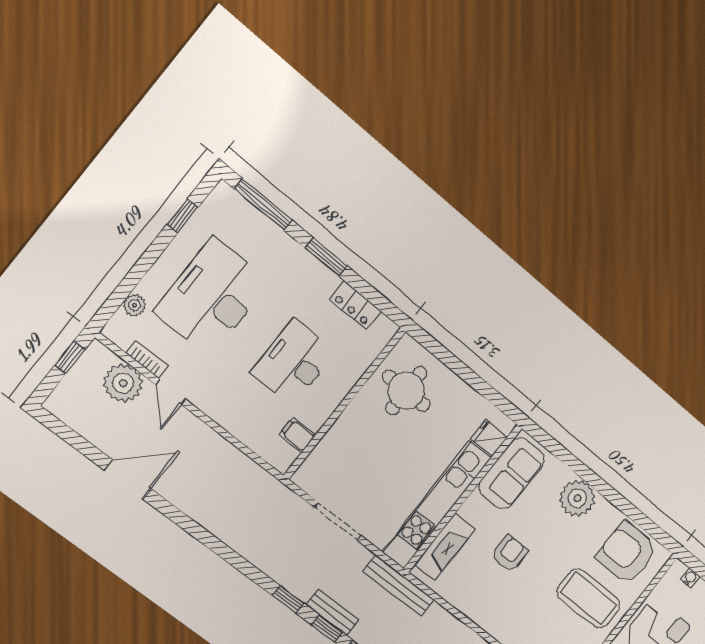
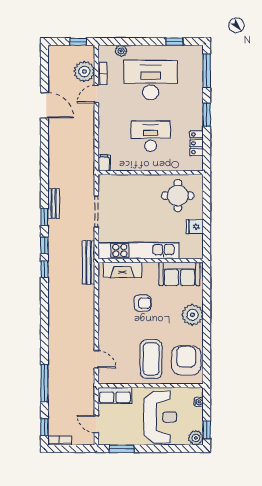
filing cabinet: (297, 435) -> (104, 163), moved
fridge: (489, 438) -> (195, 227), moved, turned -90
bench: (333, 612) -> (54, 203), moved

